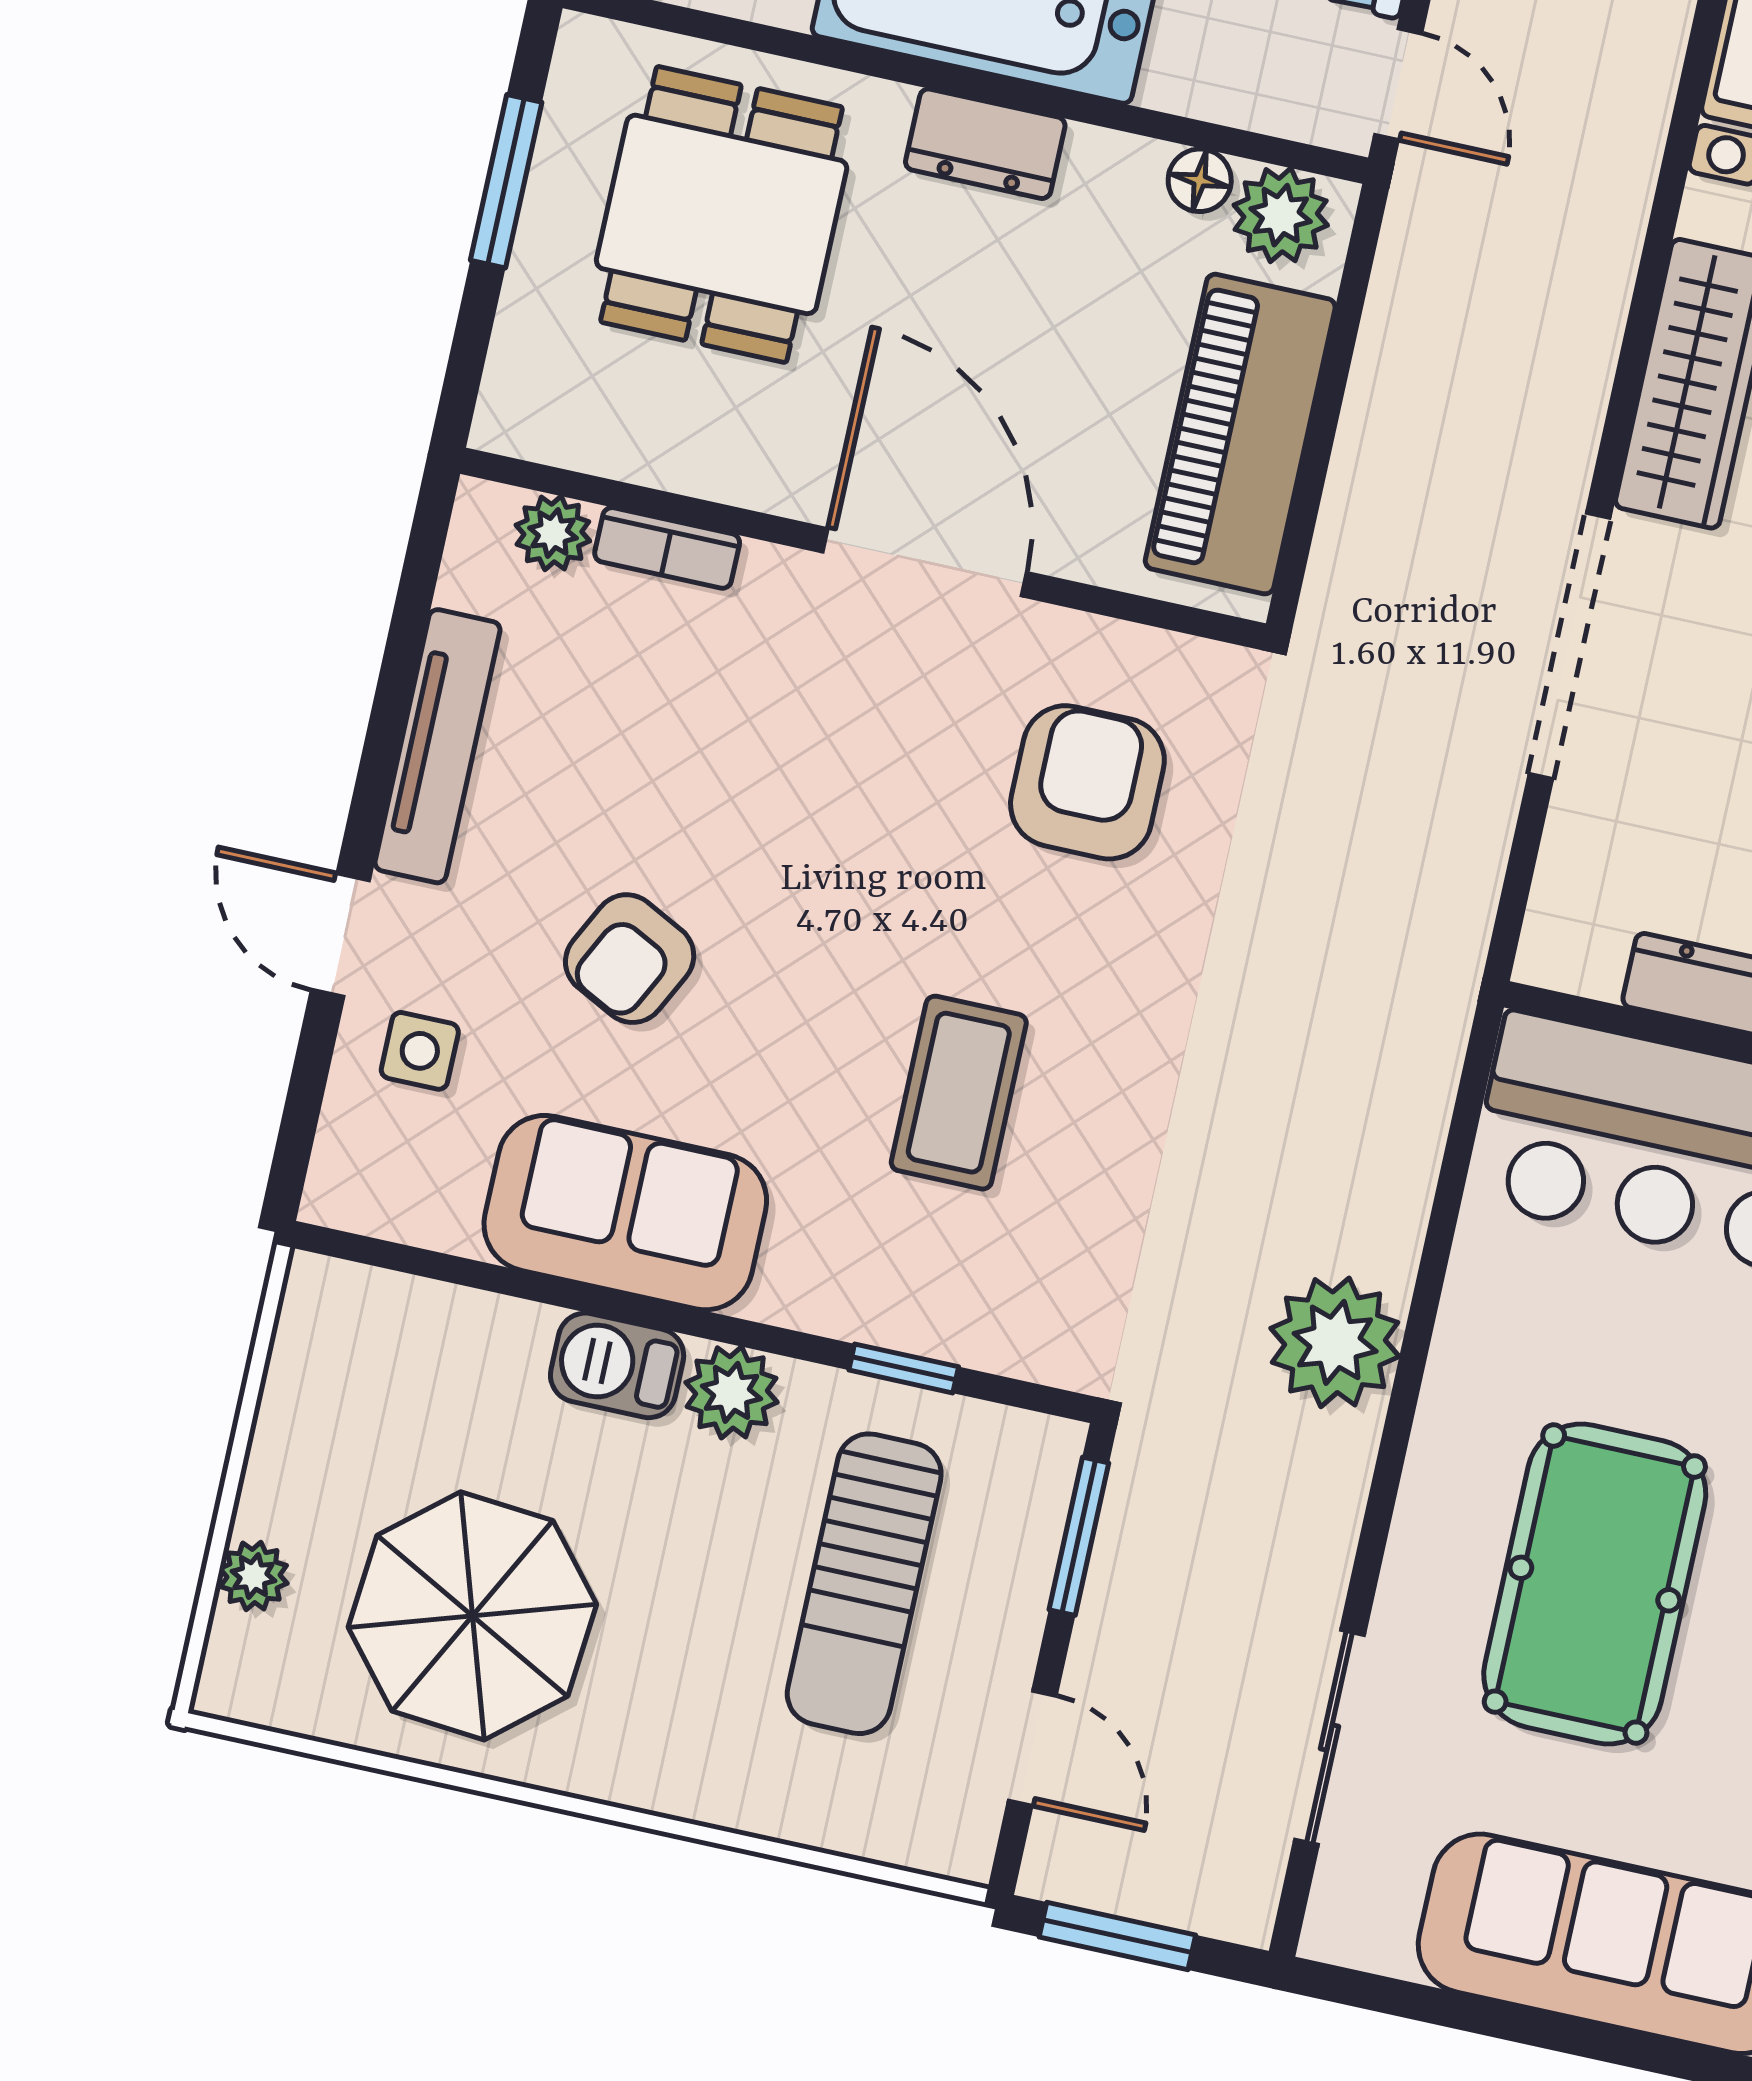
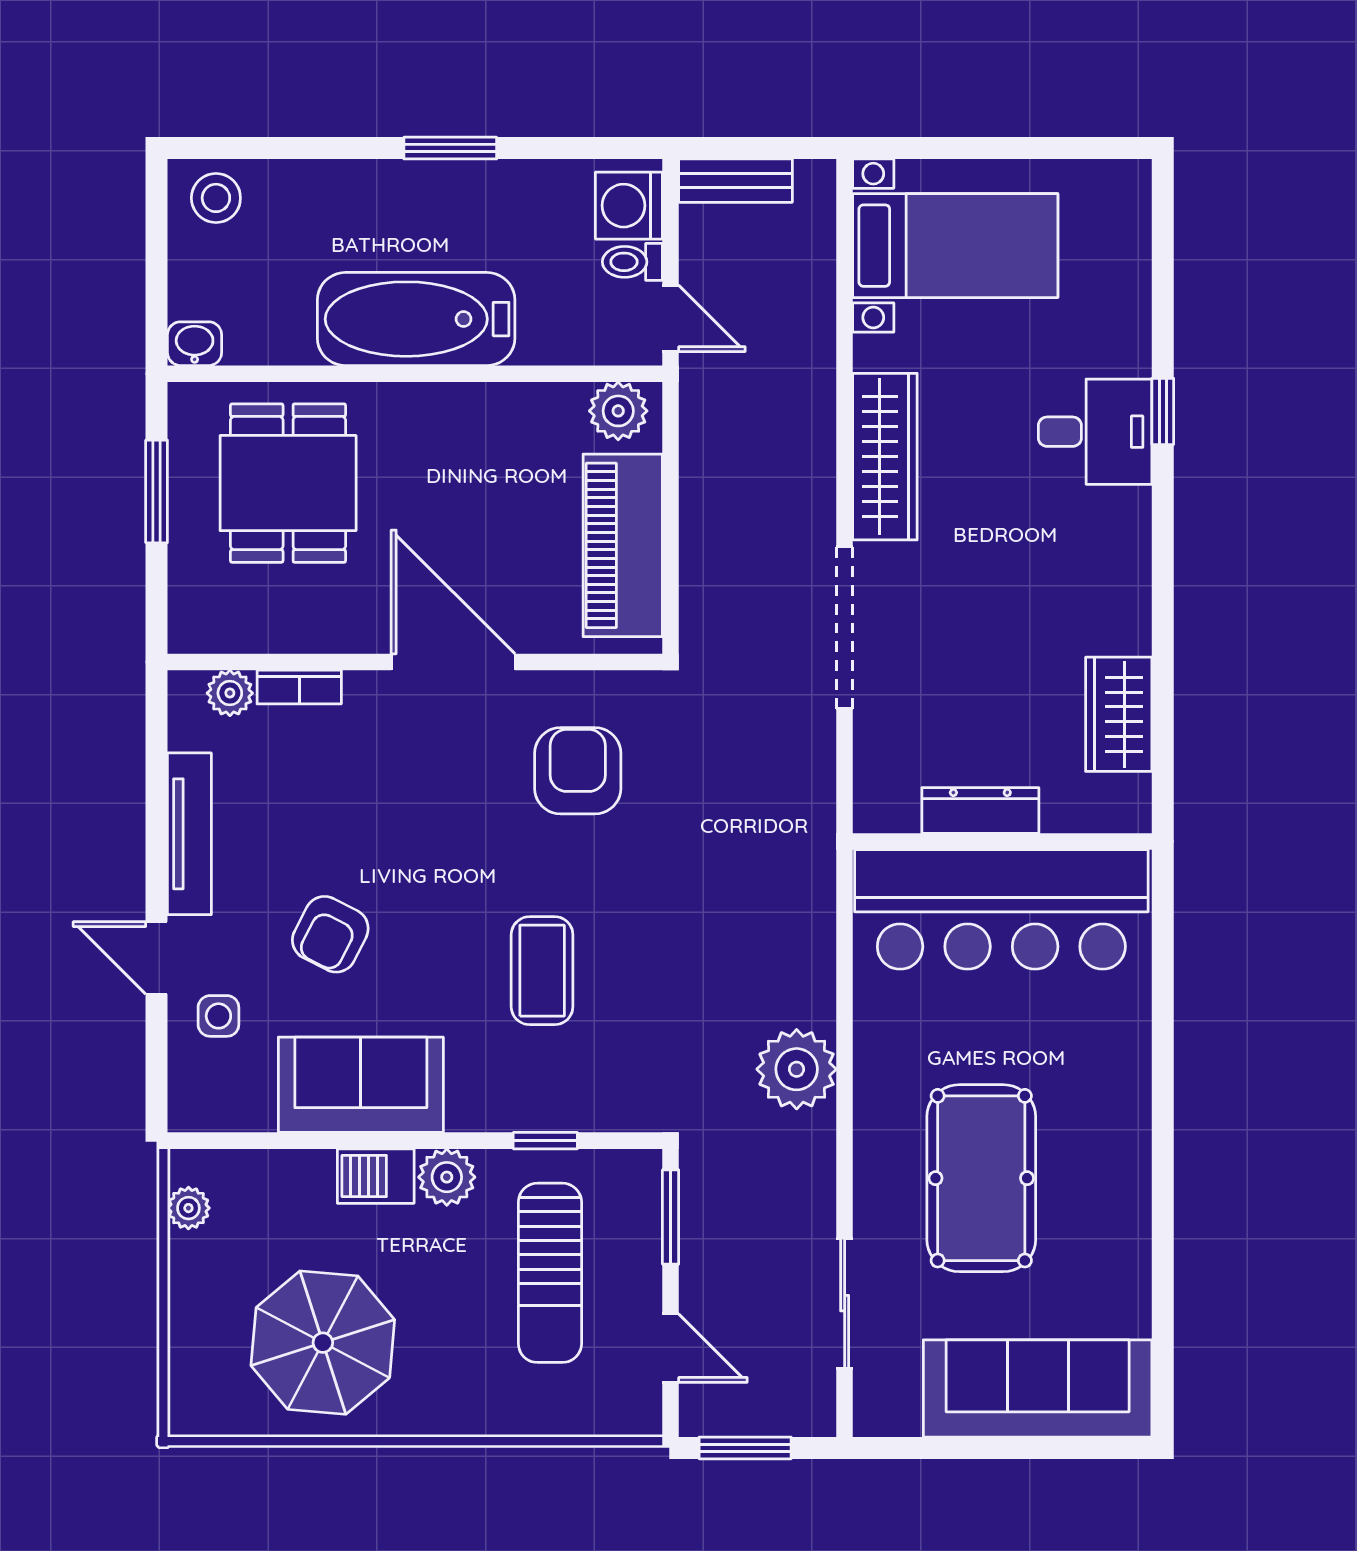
dresser: (985, 144) -> (435, 407), removed
floor lamp: (1200, 180) -> (566, 401), removed
plant: (253, 1576) -> (188, 1208), moved

